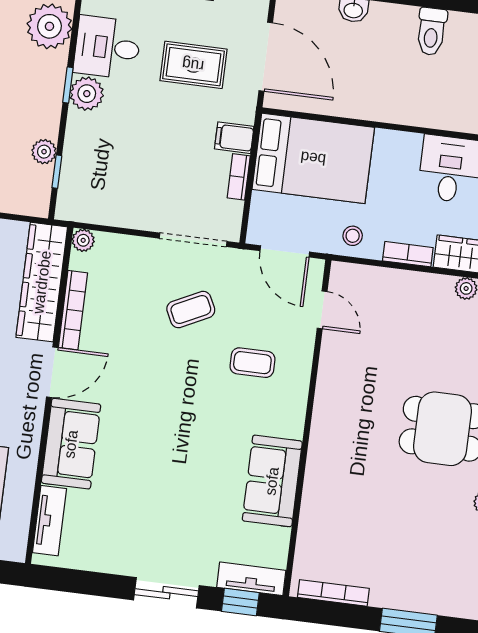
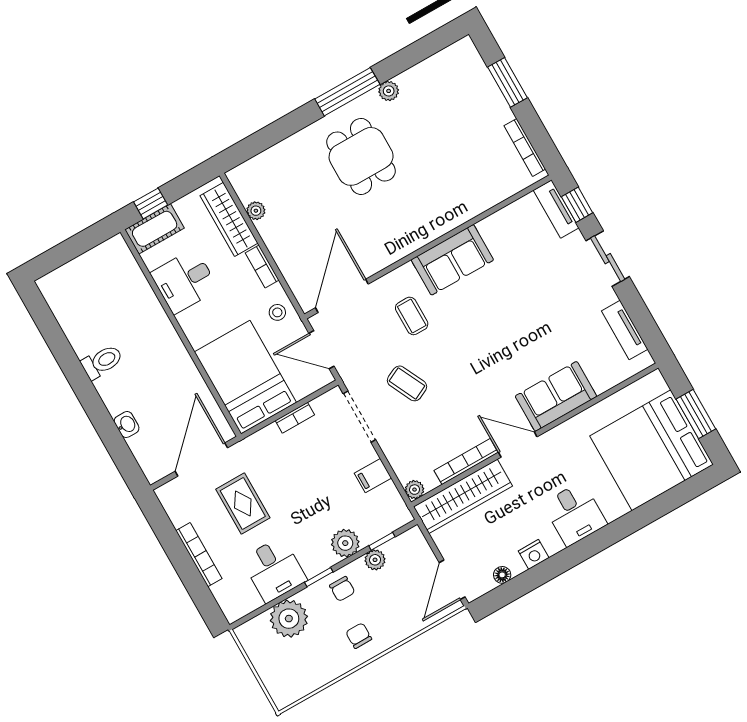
plant: (87, 94) -> (345, 543), moved
chair: (40, 99) -> (342, 589), added
filing cabinet: (234, 138) -> (373, 476), moved, turned 90
door: (285, 251) -> (322, 350), swing flipped
door: (322, 310) -> (342, 296), width x1.88
sofa: (272, 481) -> (452, 260), moved
tv unit: (49, 521) -> (625, 330), moved, turned -90

